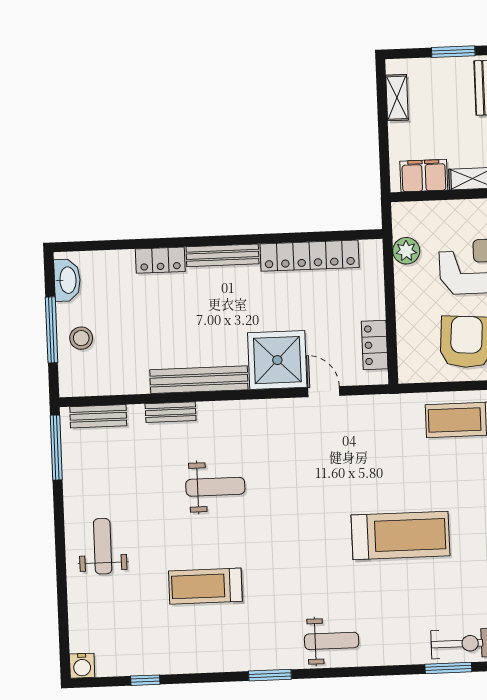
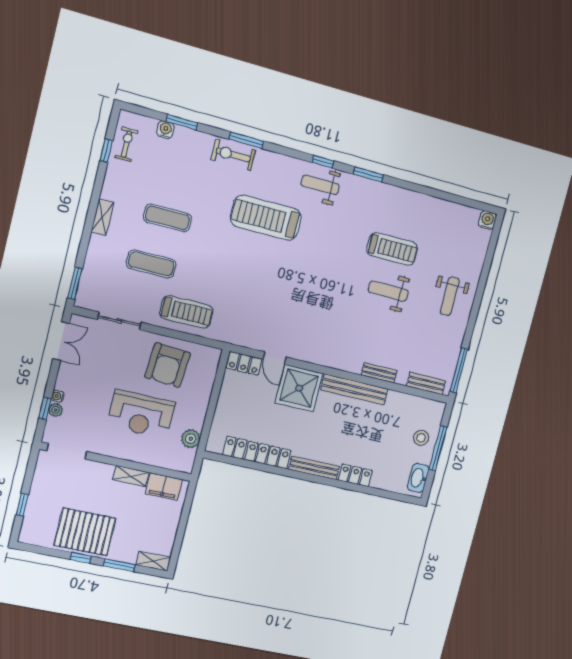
shelving: (397, 98) -> (153, 561), moved, turned 90
locker: (375, 345) -> (244, 363), moved, turned 90
weight bench: (215, 487) -> (388, 291), moved
treadmill: (401, 535) -> (266, 218), moved
window: (145, 680) -> (323, 162), moved

